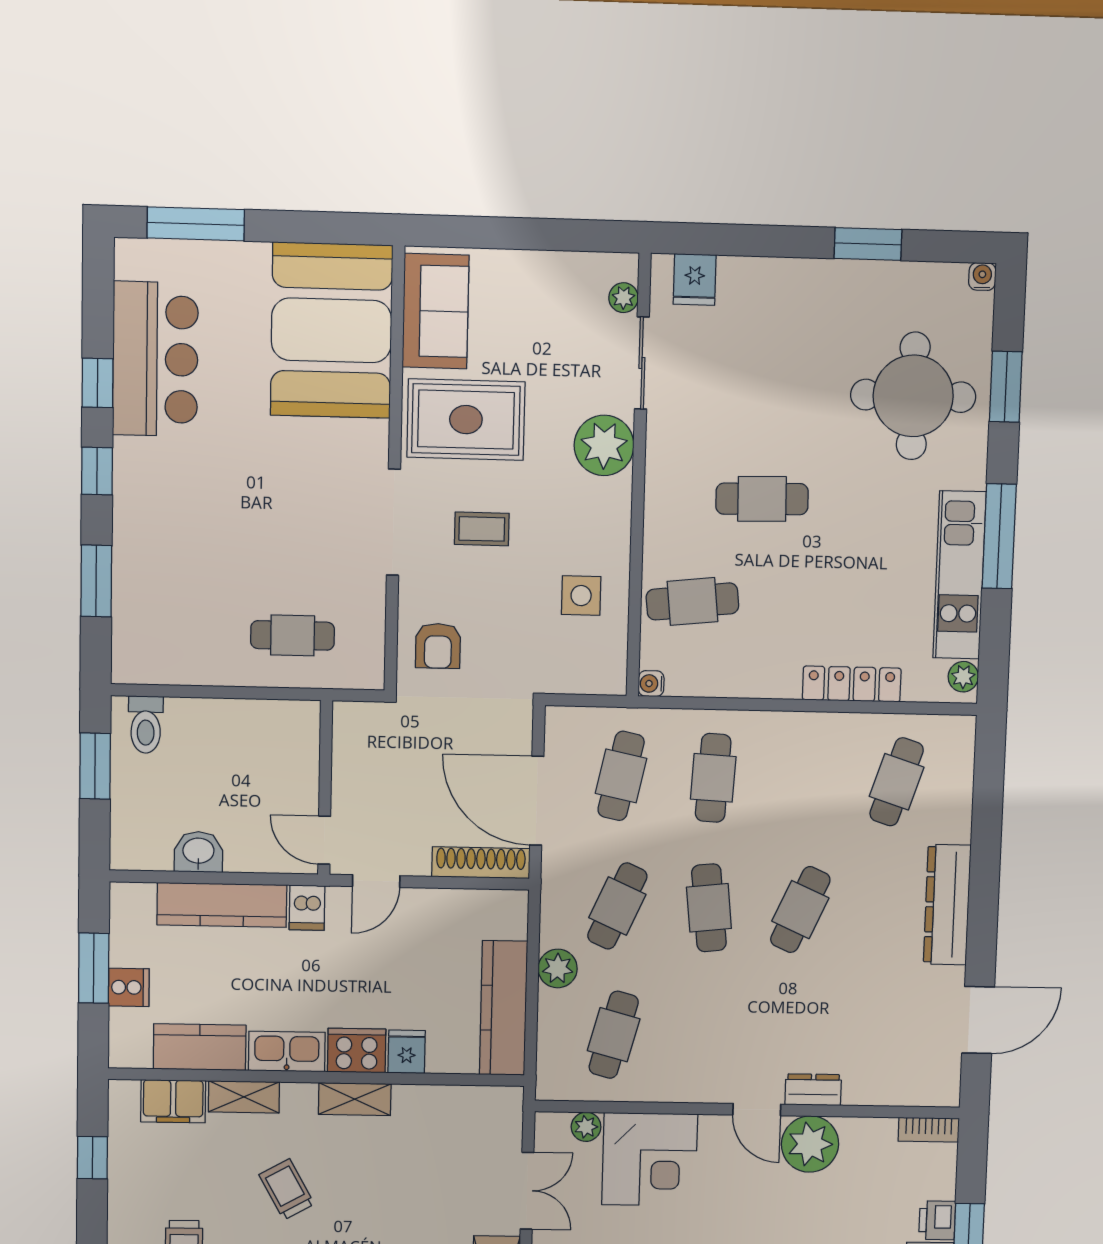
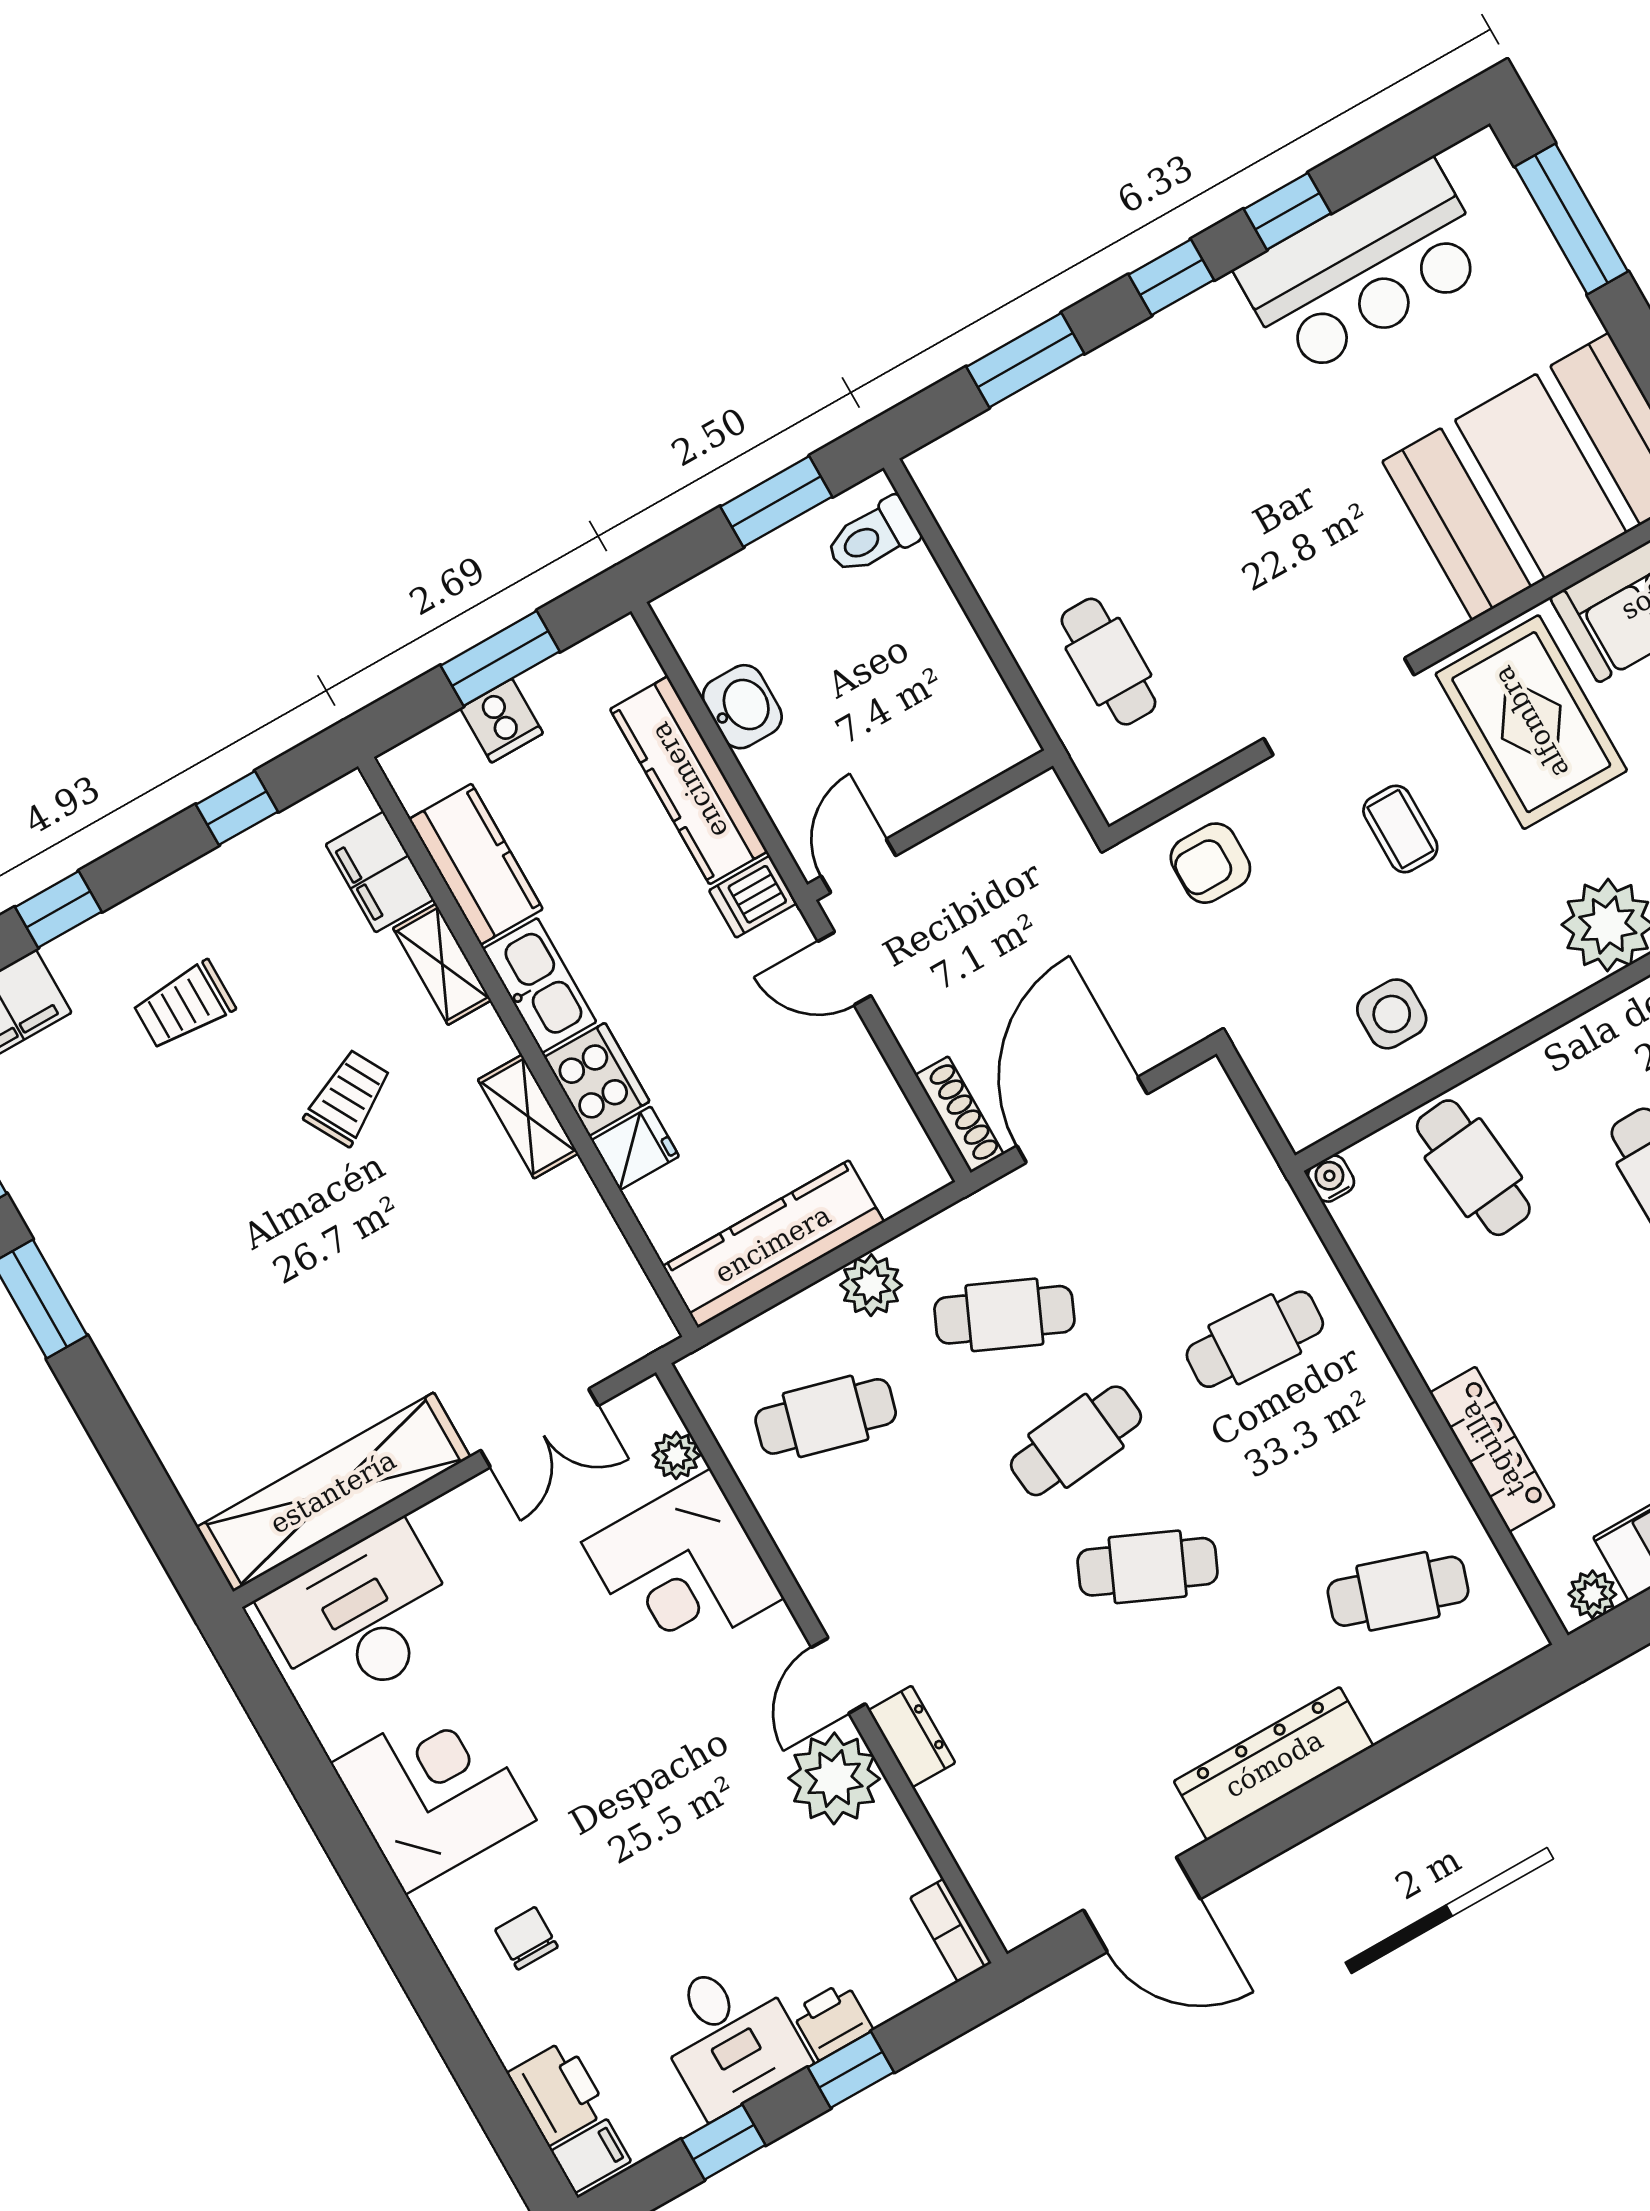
cafe table: (621, 776) -> (1183, 1213), removed
shoe rack: (481, 863) -> (959, 1115), width x0.74, depth x0.81

